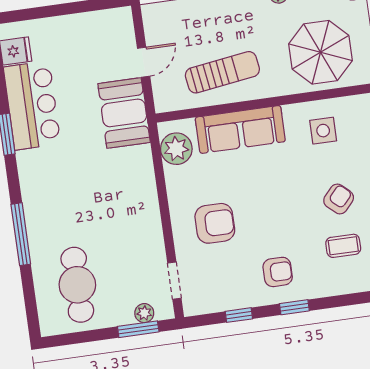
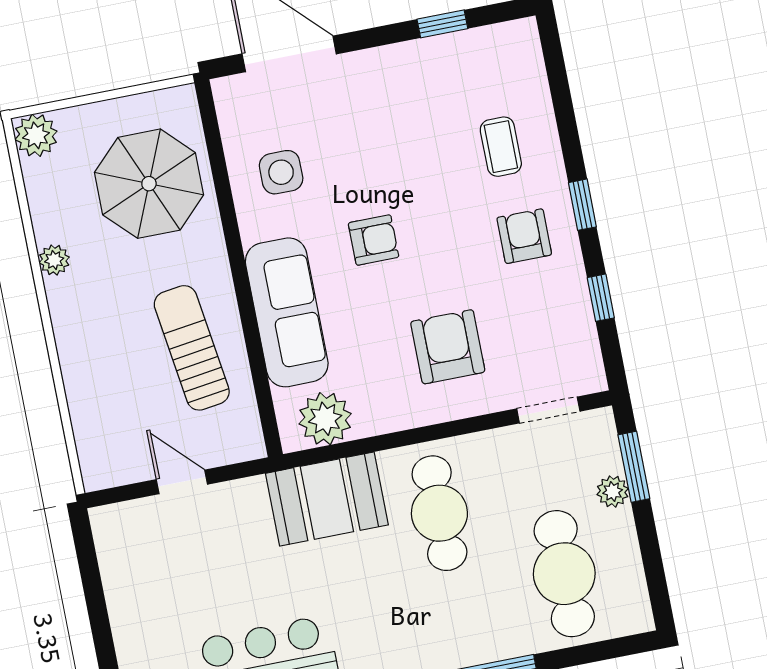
booth: (124, 113) -> (327, 499), moved
armchair: (339, 199) -> (374, 240), moved, turned 138
cafe table: (117, 213) -> (439, 513), added
coffee table: (343, 246) -> (501, 147), moved
cafe table: (77, 285) -> (564, 574), turned 90
plant: (144, 313) -> (613, 492), moved

